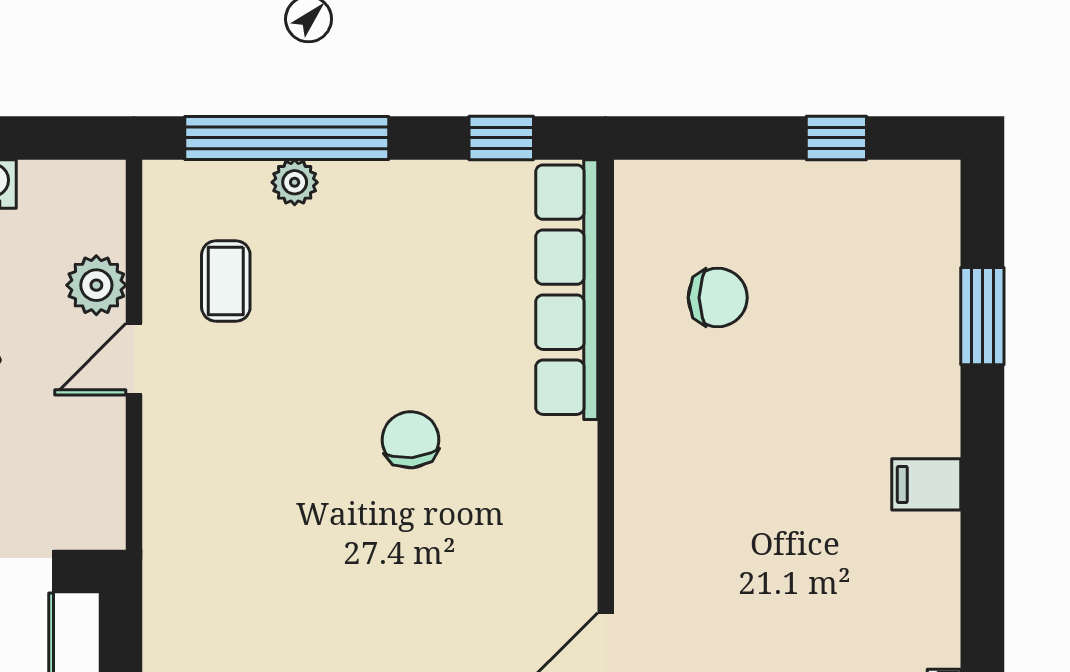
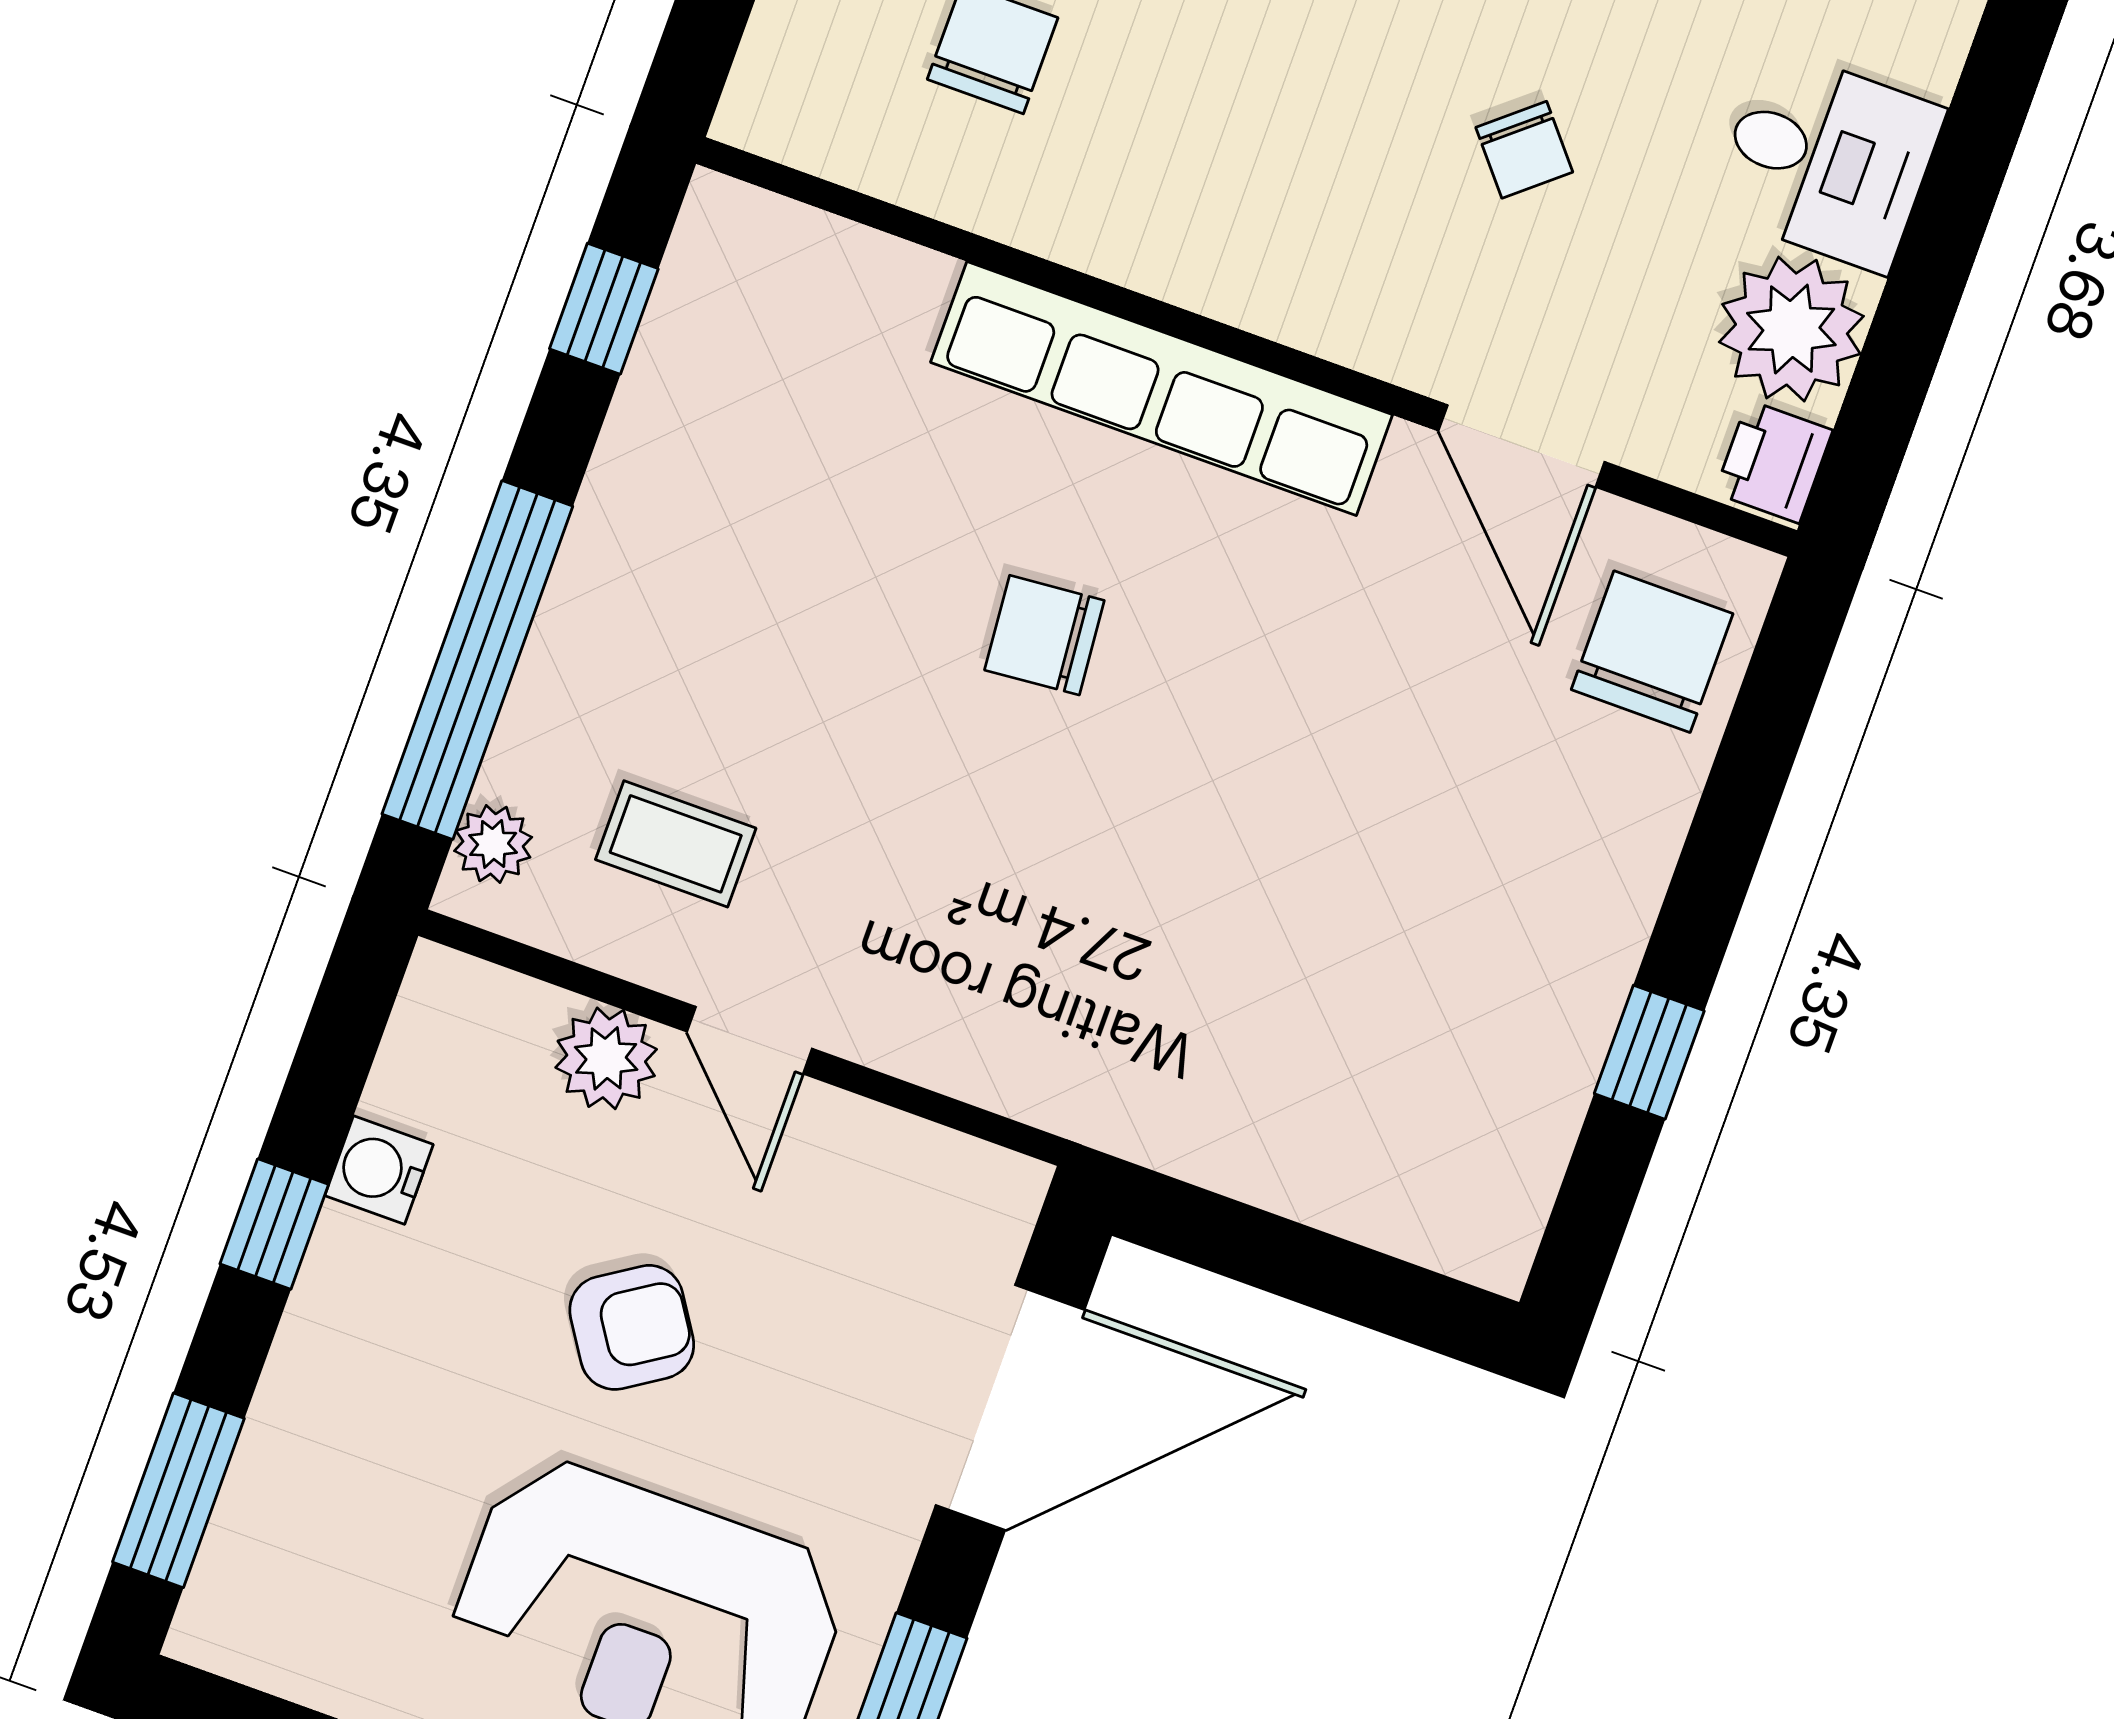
plant: (295, 182) -> (493, 844), moved
row of seats: (567, 290) -> (1162, 389), moved
chair: (766, 605) -> (1524, 150), added

